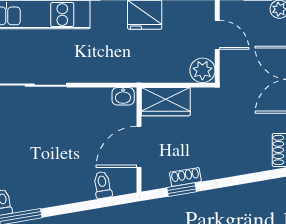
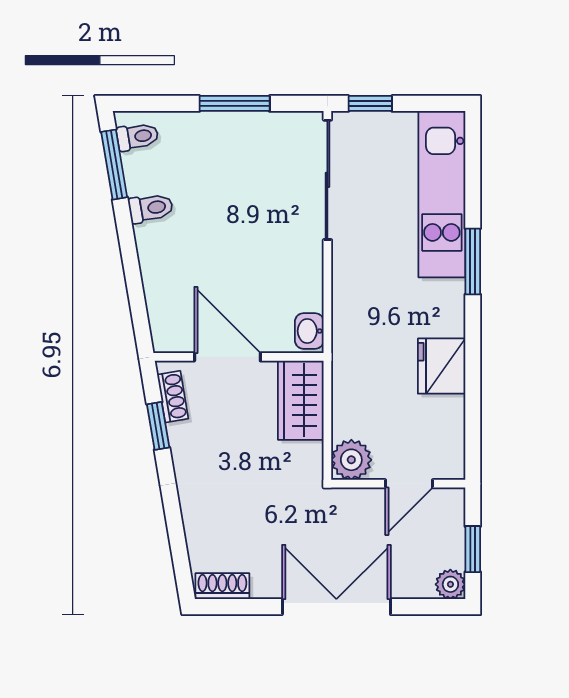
shoe rack: (185, 177) -> (173, 397), moved
toilet: (103, 185) -> (151, 208), moved

